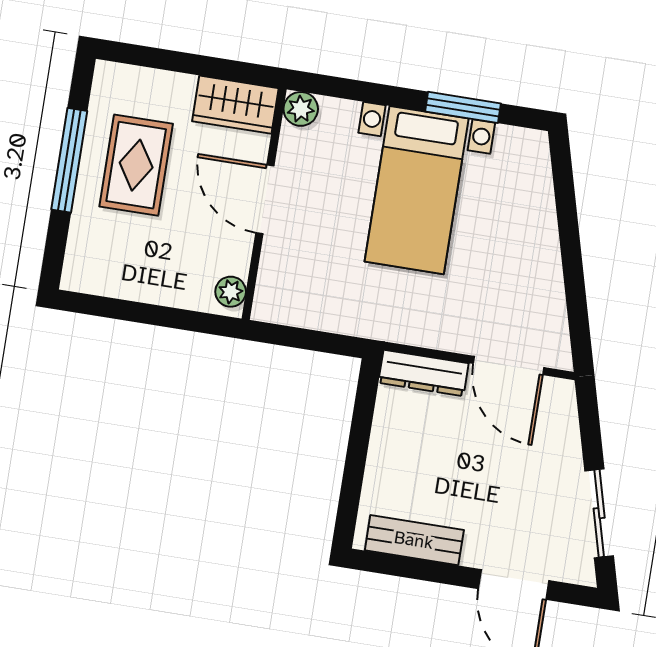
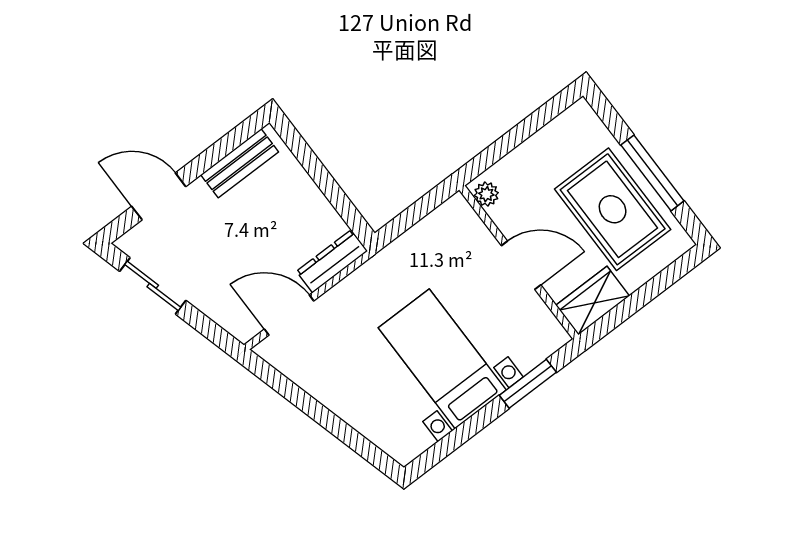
window: (463, 107) -> (528, 384), moved
plant: (301, 109) -> (554, 336), removed
rug: (136, 165) -> (613, 209), width x1.36, depth x1.43

